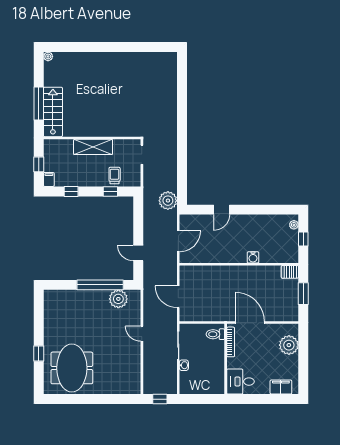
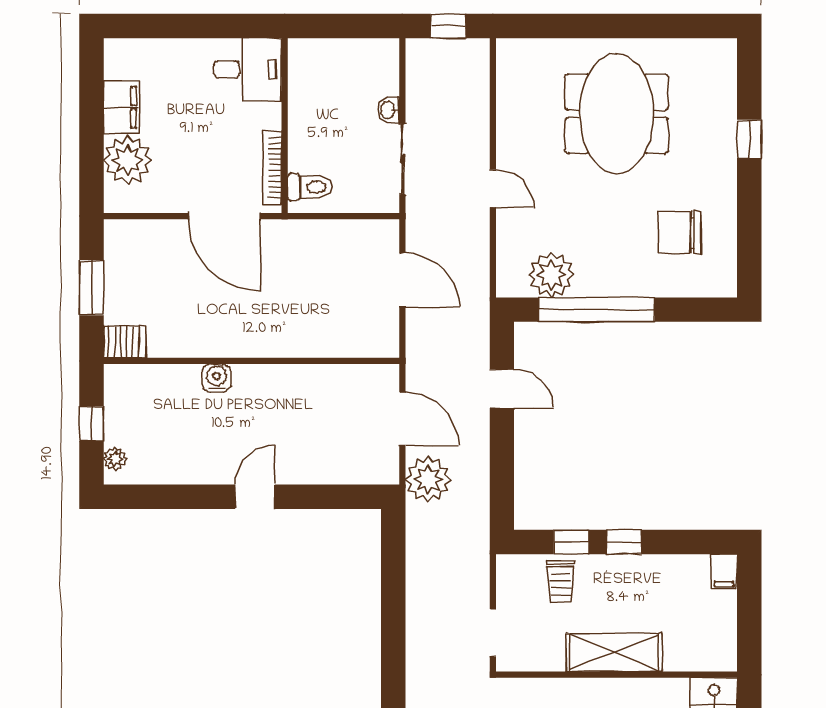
window: (39, 164) -> (749, 609), removed
window: (71, 191) -> (624, 542), moved
plant: (168, 201) -> (428, 479), moved
door: (222, 210) -> (255, 497), moved
door: (178, 241) -> (402, 418), swing flipped
chair: (67, 316) -> (680, 232), added
meeting table: (72, 368) -> (617, 114), moved
filing cabinet: (281, 387) -> (121, 107), moved, turned -90

